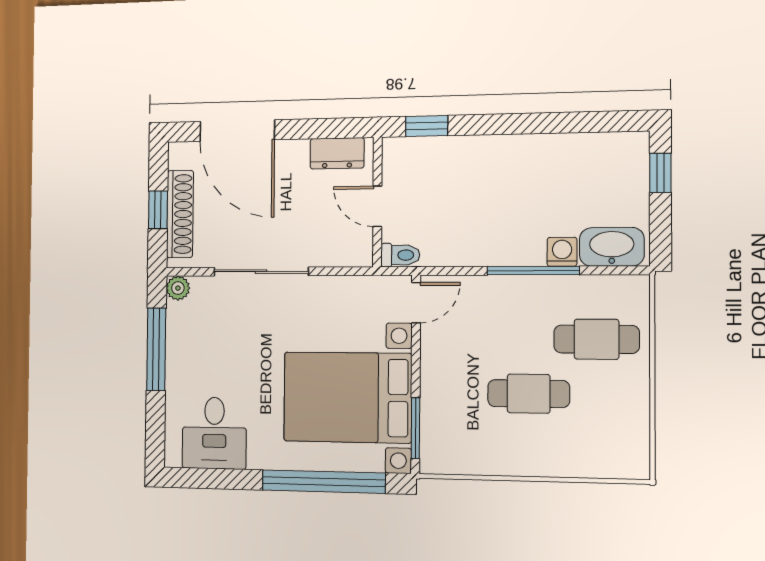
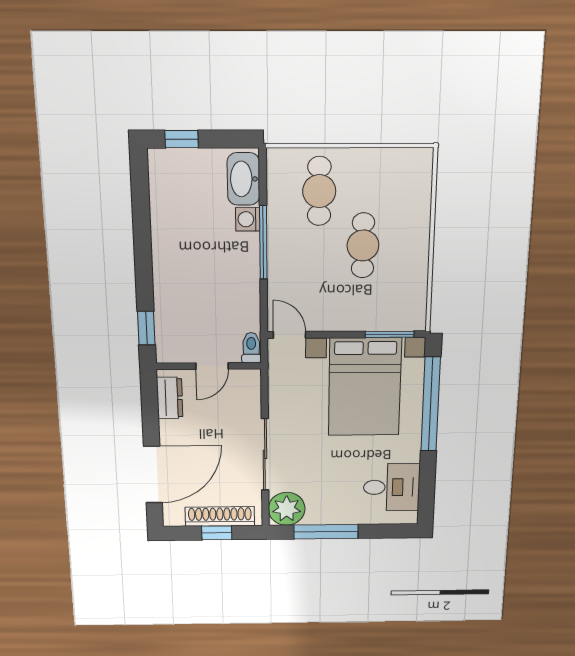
plant: (178, 288) -> (287, 509), width x1.88, depth x1.88

